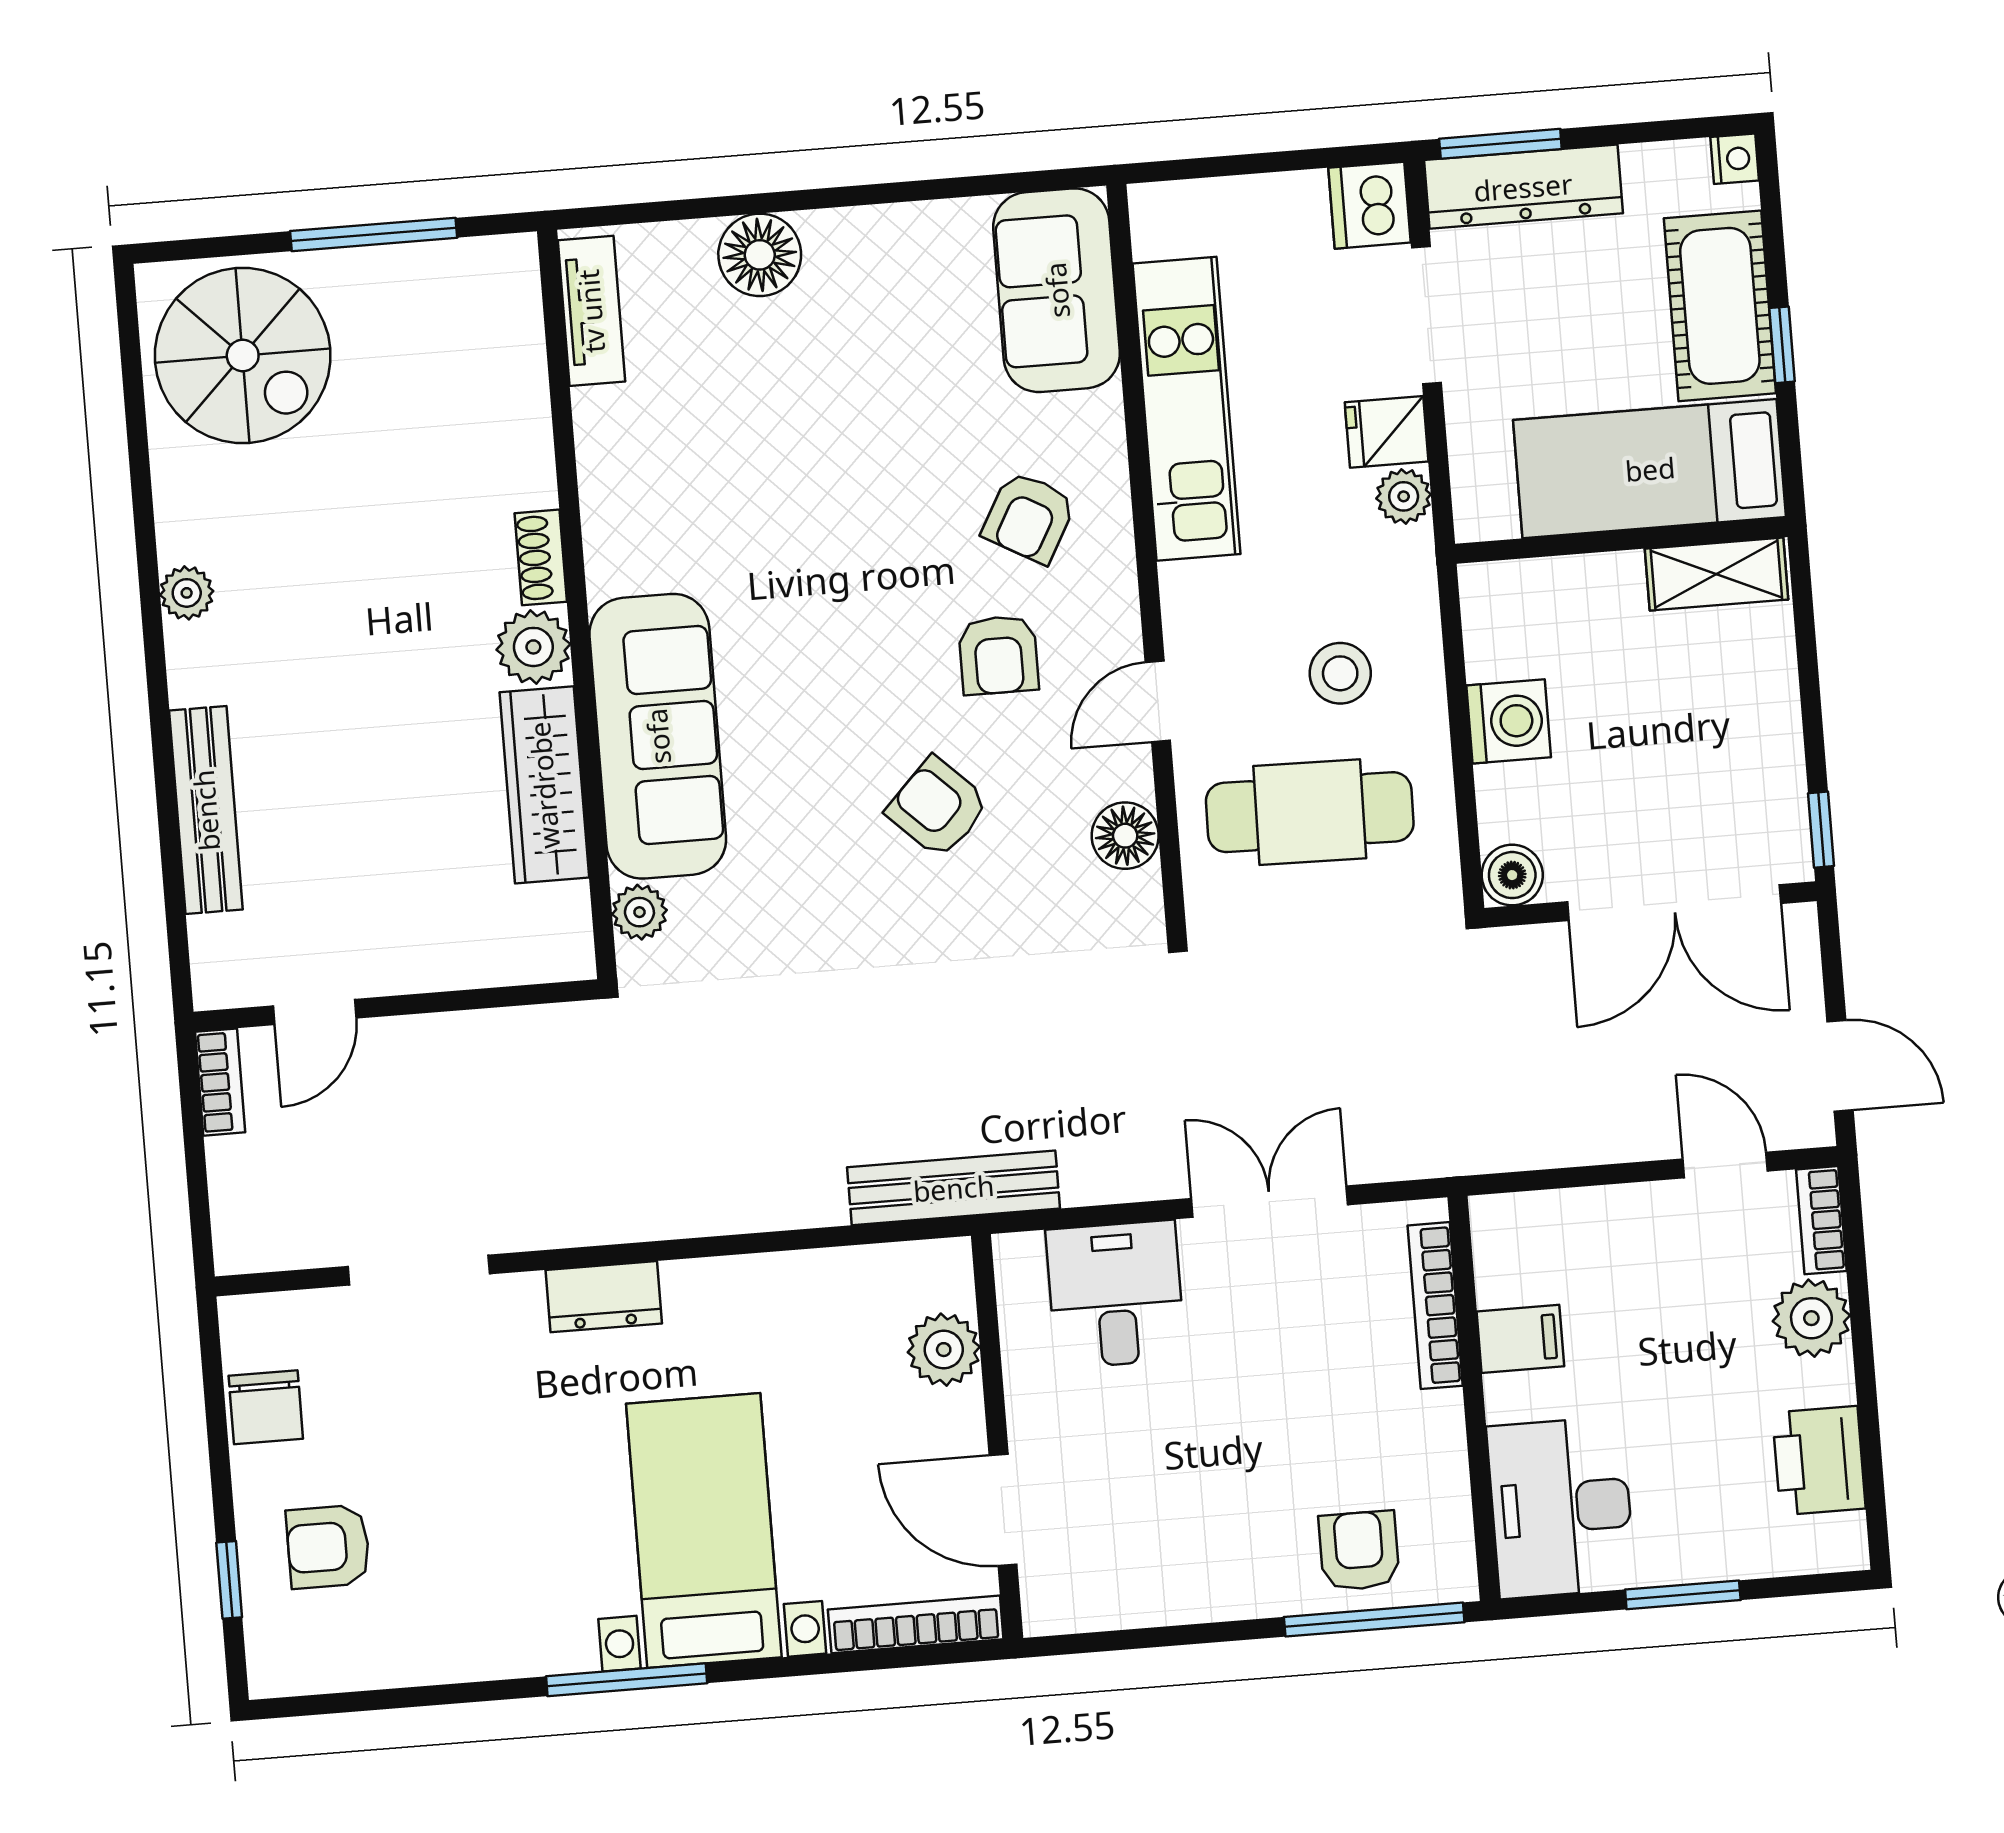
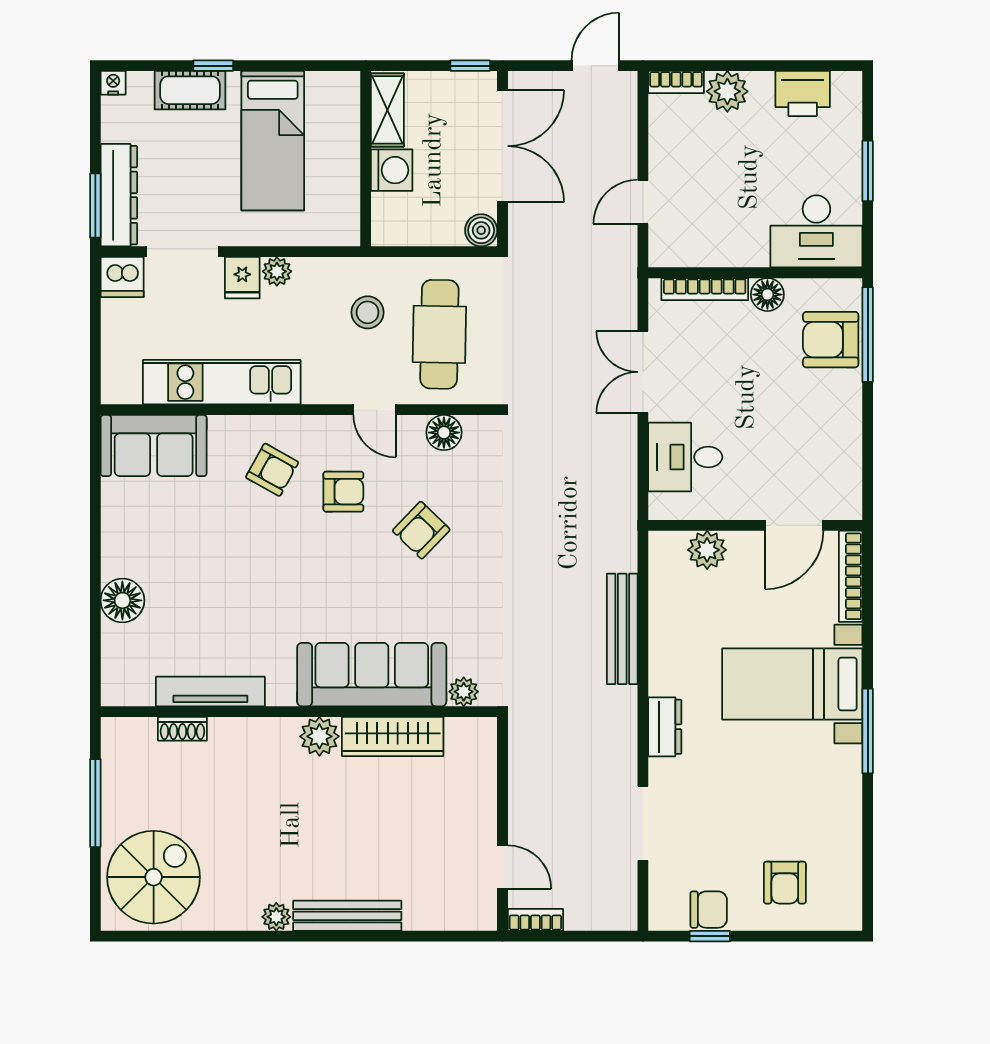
cot: (1720, 306) -> (190, 90), width x0.73, depth x0.75
tv unit: (591, 311) -> (210, 691), moved, width x1.41
wall: (1621, 540) -> (366, 159), moved
shoe rack: (541, 557) -> (182, 729), moved
shelving: (1716, 574) -> (387, 110), moved
washing machine: (1509, 721) -> (392, 170), moved, turned 90
bench: (206, 810) -> (347, 916), moved
door: (1725, 1165) -> (643, 202), moved
bench: (954, 1188) -> (622, 629), moved
filing cabinet: (1520, 1339) -> (726, 246), removed
floor lamp: (1435, 1425) -> (767, 295), added
armchair: (1359, 1551) -> (831, 340), width x1.38, depth x1.38
window: (229, 1580) -> (710, 936), moved

